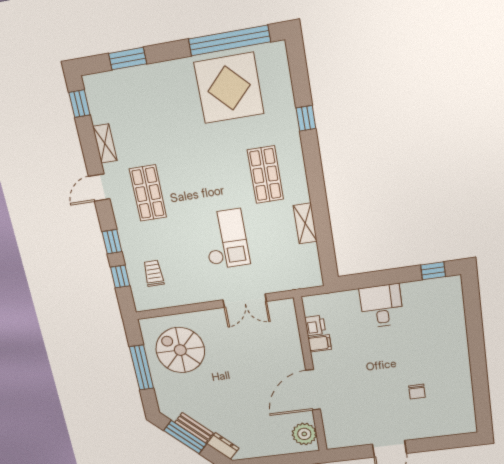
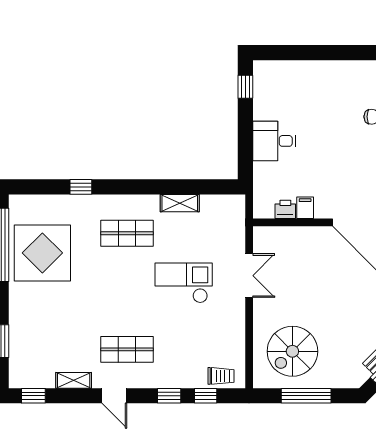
trolley: (154, 273) -> (221, 376), moved, turned 180

